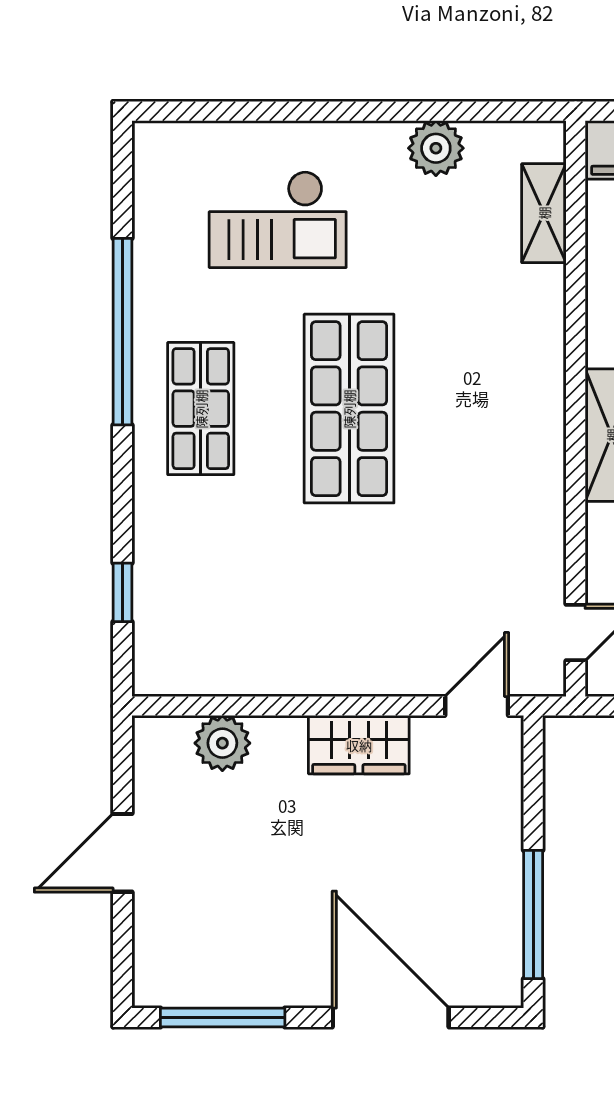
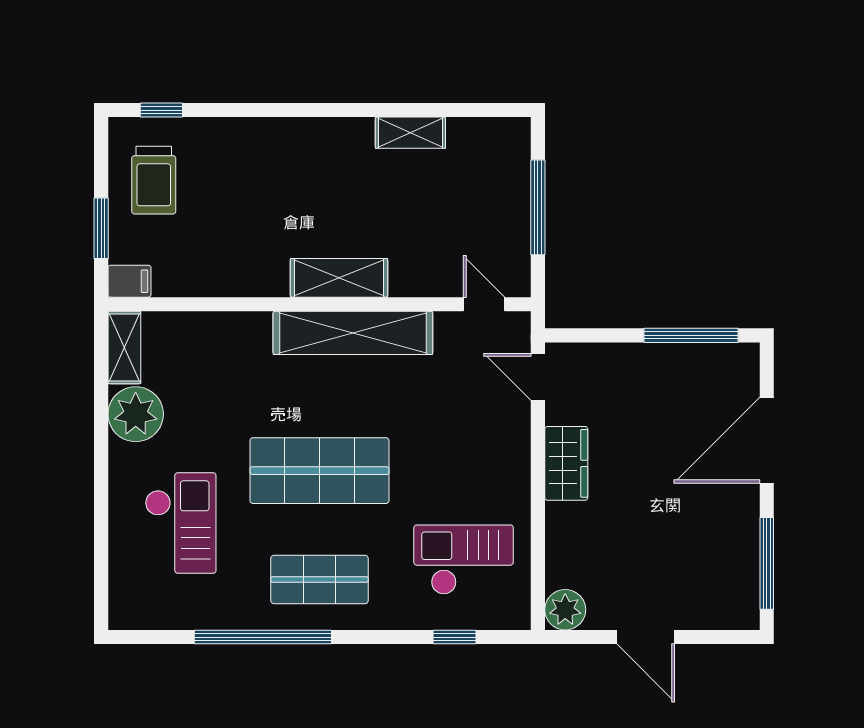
plant: (436, 148) -> (136, 414), width x1.36, depth x1.36
shelving: (544, 213) -> (124, 347), moved, turned 90
shelving: (537, 454) -> (353, 333), added
checkout: (228, 605) -> (464, 560), added
plant: (222, 743) -> (565, 610), moved

